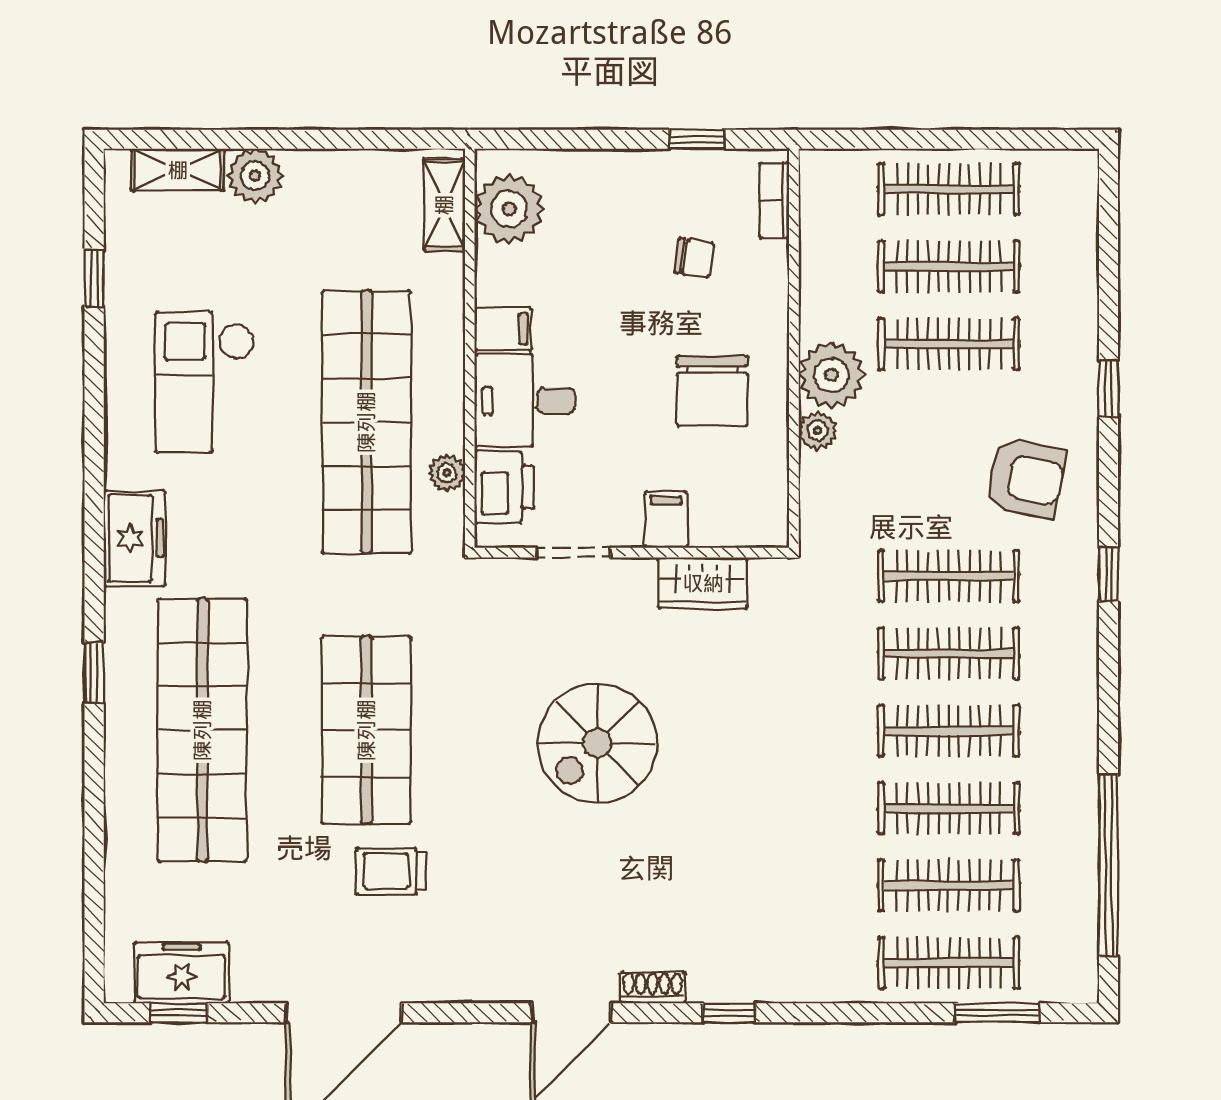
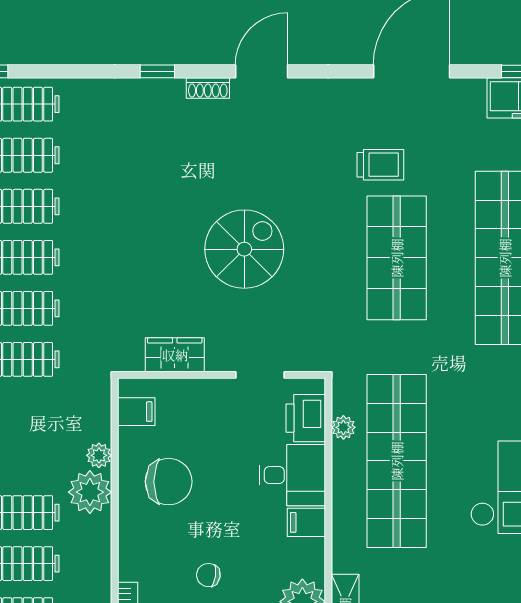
chair: (694, 258) -> (208, 575), moved
chair: (712, 391) -> (169, 482), turned 90
filing cabinet: (666, 520) -> (136, 412), moved, turned -90

